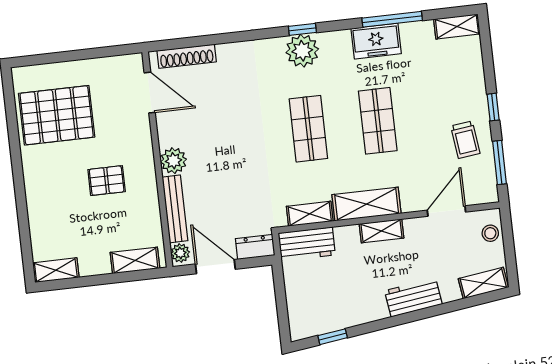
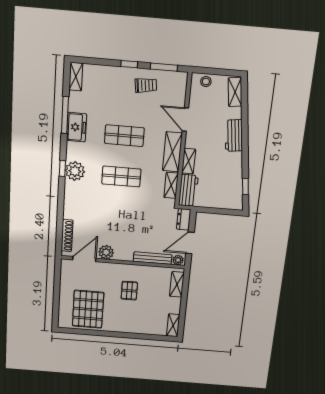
plant: (173, 161) -> (106, 252), moved
door: (446, 211) -> (185, 120), moved
shelving: (382, 231) -> (189, 161), moved

